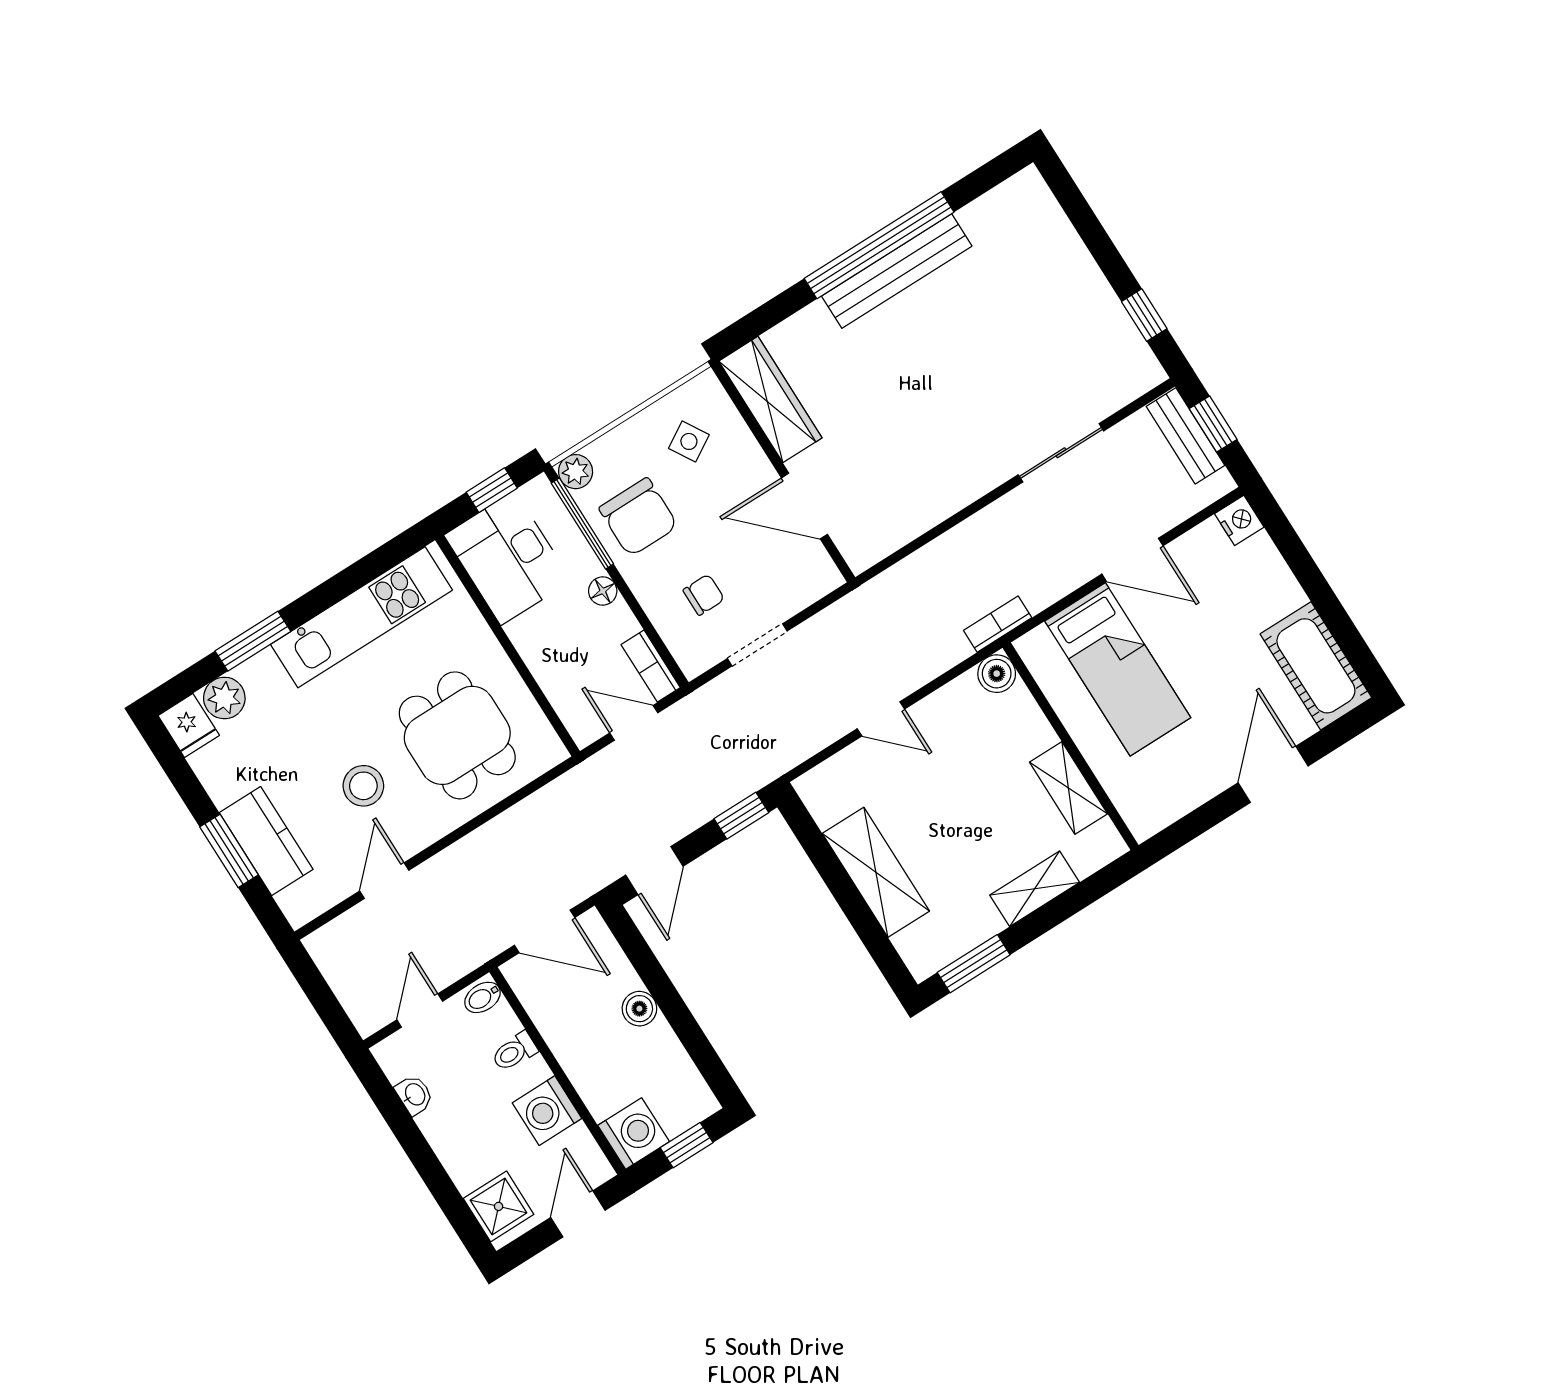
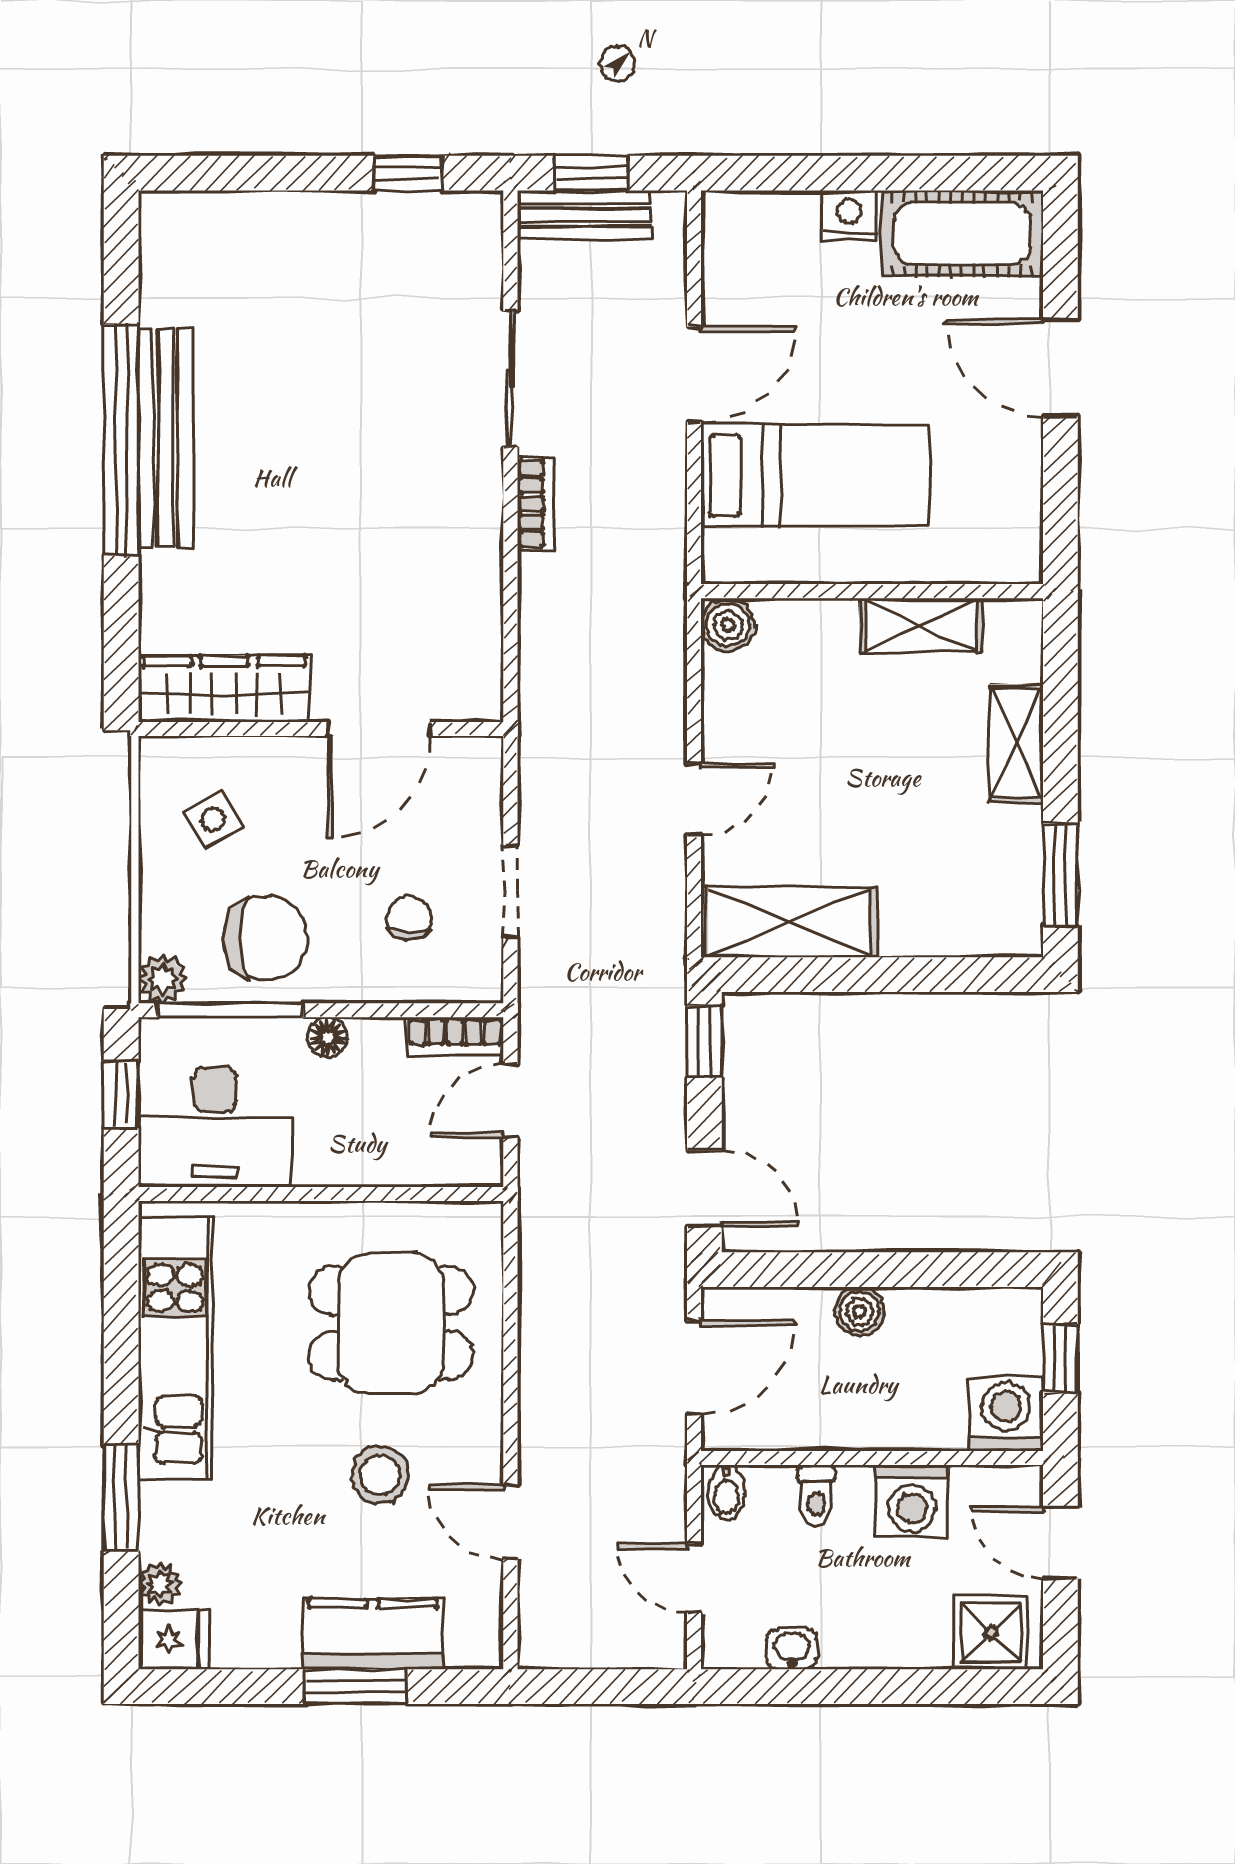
nightstand: (1239, 520) -> (849, 215), moved
bookcase: (998, 624) -> (536, 504), moved, turned 180
plant: (224, 698) -> (160, 1584), width x0.73, depth x0.73
shelving: (876, 872) -> (789, 922), moved

